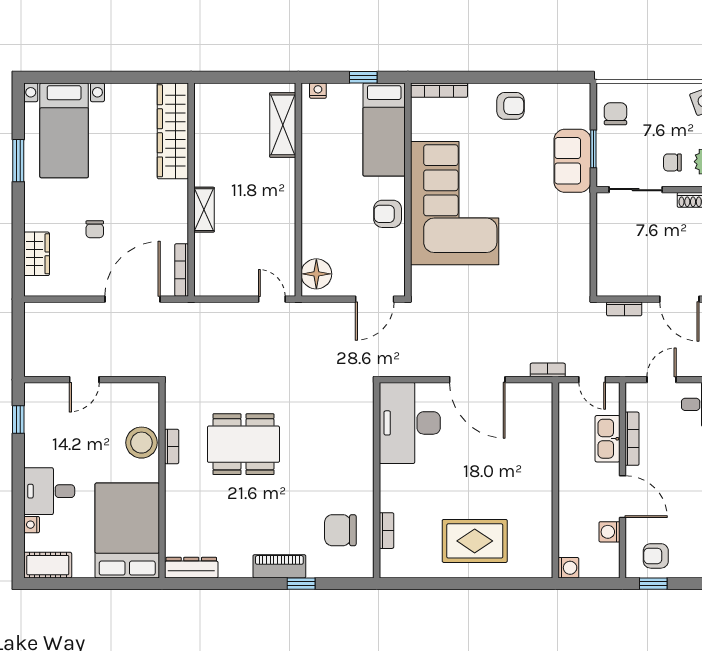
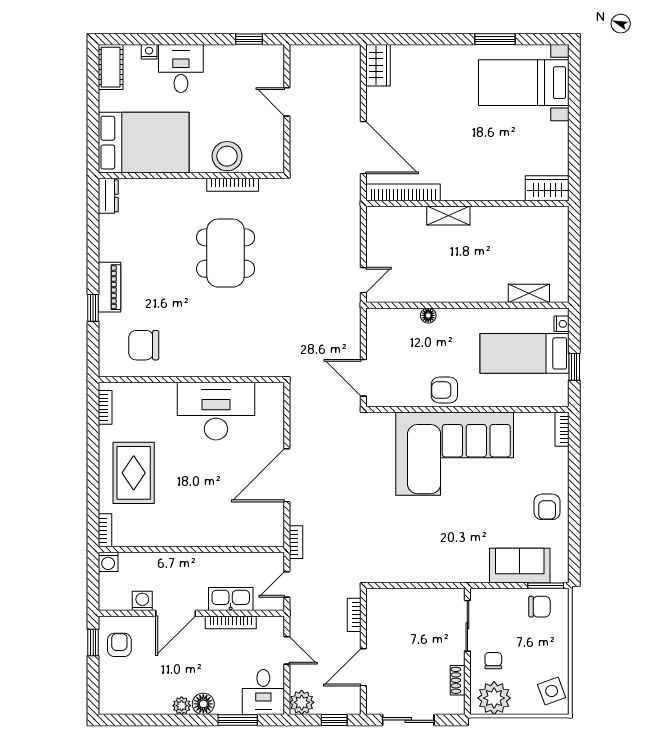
bookcase: (439, 90) -> (562, 429), width x0.64
shelving: (283, 125) -> (529, 293), width x0.67, depth x0.75
bed: (384, 130) -> (525, 353), moved
wardrobe: (173, 131) -> (547, 188), width x0.48, depth x0.85
window: (593, 149) -> (546, 586), moved
sofa: (572, 161) -> (520, 566), moved
armchair: (388, 214) -> (444, 390), turned -90
chair: (95, 229) -> (430, 112), removed
wardrobe: (37, 254) -> (378, 65), moved, turned -90
bookcase: (182, 270) -> (403, 192), width x1.48, depth x1.31
floor lamp: (316, 274) -> (428, 315), moved, width x0.53, depth x0.53
desk: (410, 423) -> (216, 411), moved
bookcase: (172, 446) -> (233, 185), width x1.56
chair: (340, 530) -> (144, 345), turned -90
bookcase: (386, 531) -> (105, 407), moved, turned -90
dresser: (191, 568) -> (108, 196), width x0.70
bookcase: (535, 571) -> (105, 530), added

